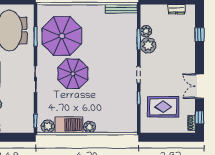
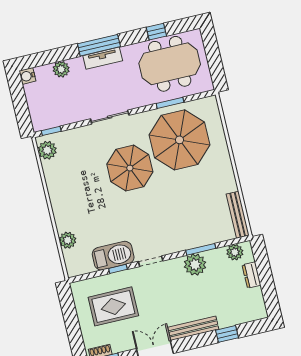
dresser: (177, 9) -> (251, 275), moved
plant: (146, 31) -> (235, 252), moved
bench: (190, 57) -> (193, 328), added
rug: (163, 107) -> (113, 306), turned 90
barbecue: (69, 125) -> (113, 256), moved, turned -90
plant: (89, 127) -> (68, 240), moved

